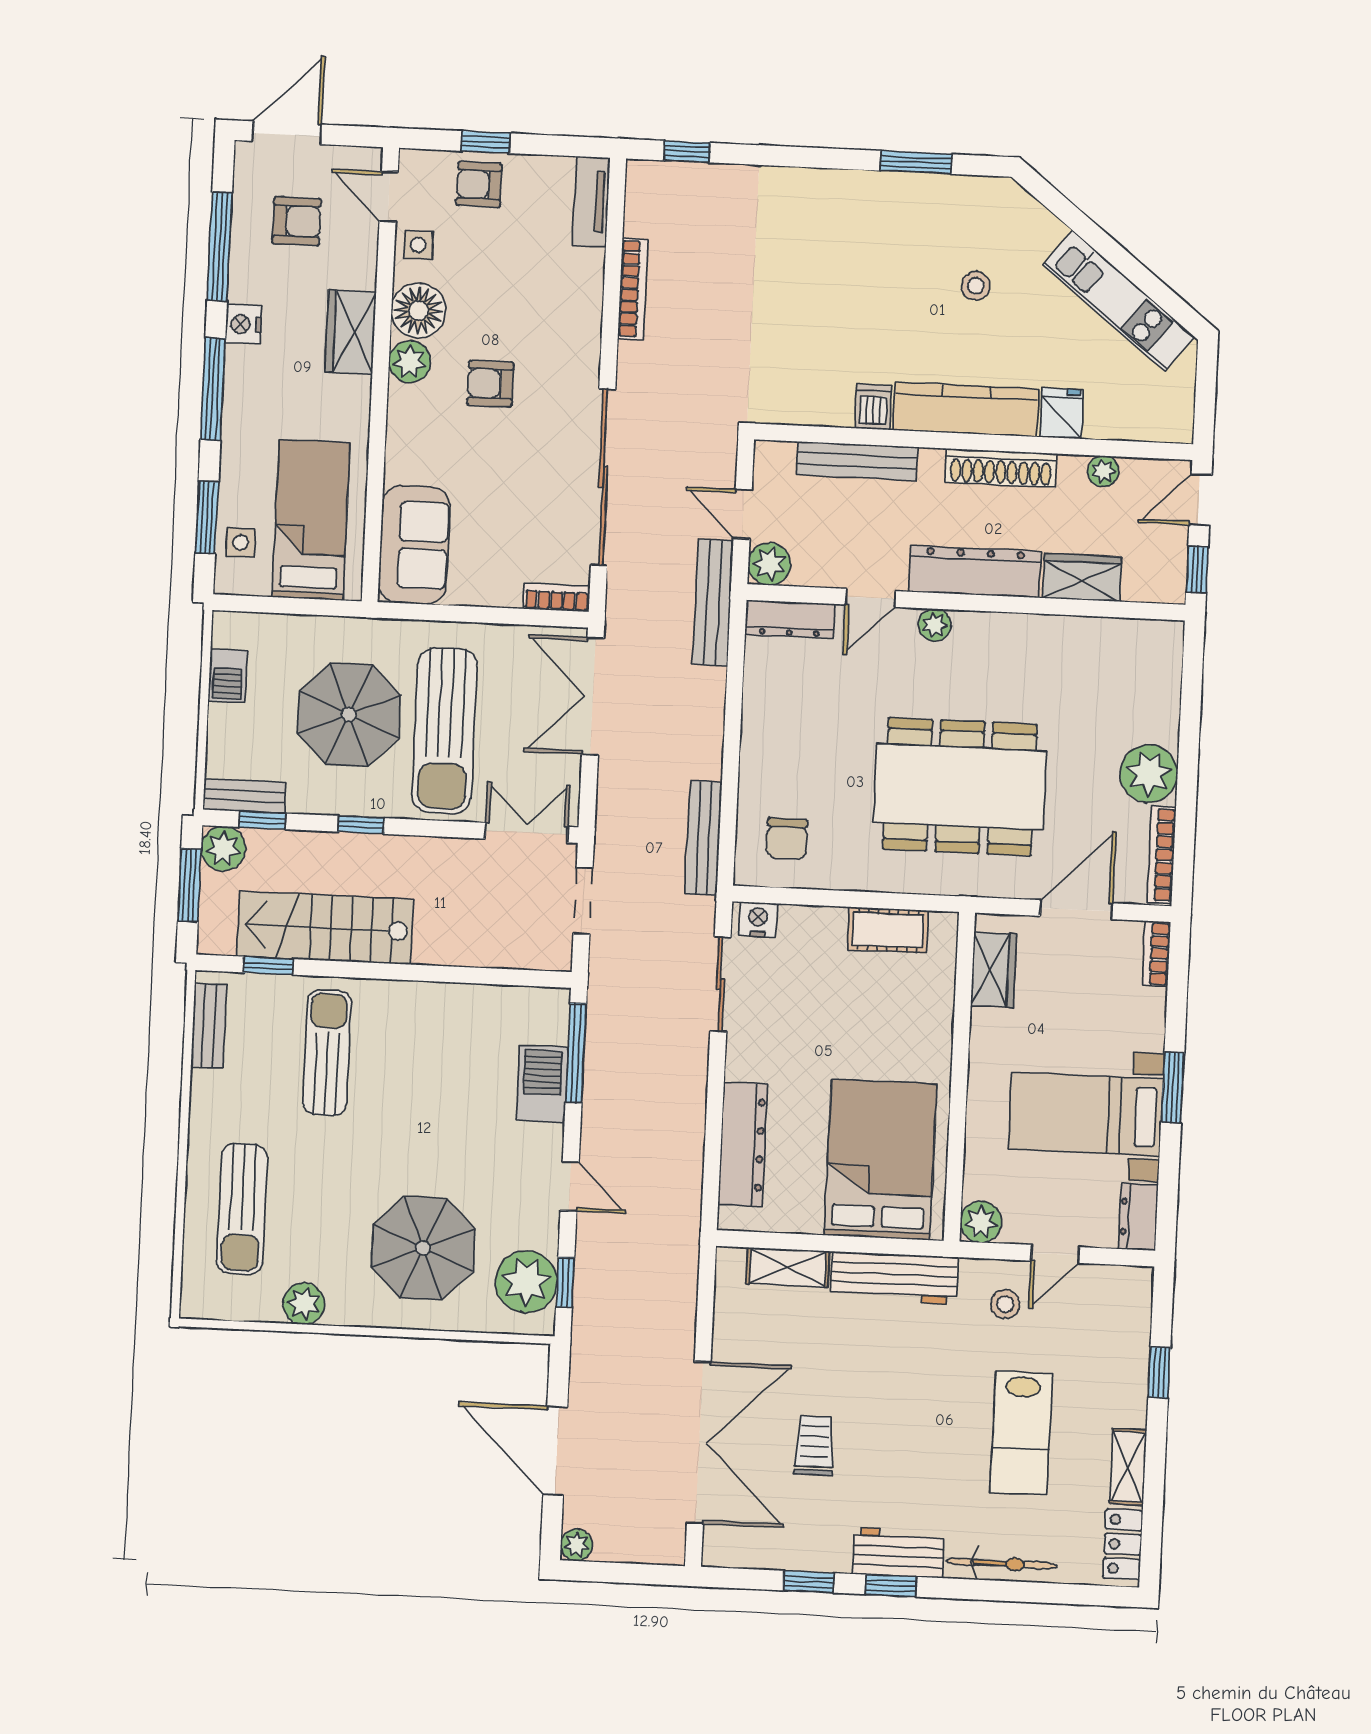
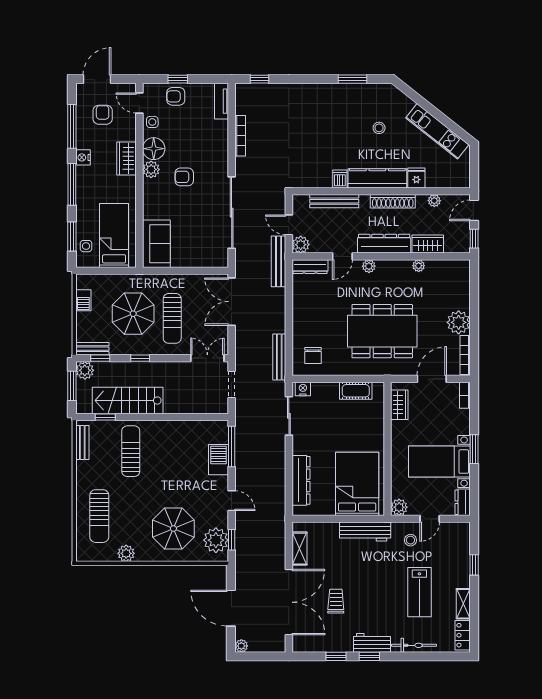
armchair: (297, 221) -> (103, 115), turned -90
bookcase: (557, 597) -> (215, 262), removed
plant: (1057, 630) -> (419, 266), added
sun lounger: (444, 731) -> (172, 318), width x0.73, depth x0.75
shelving: (788, 1268) -> (300, 549), moved, turned 90

